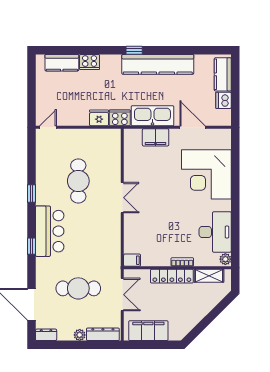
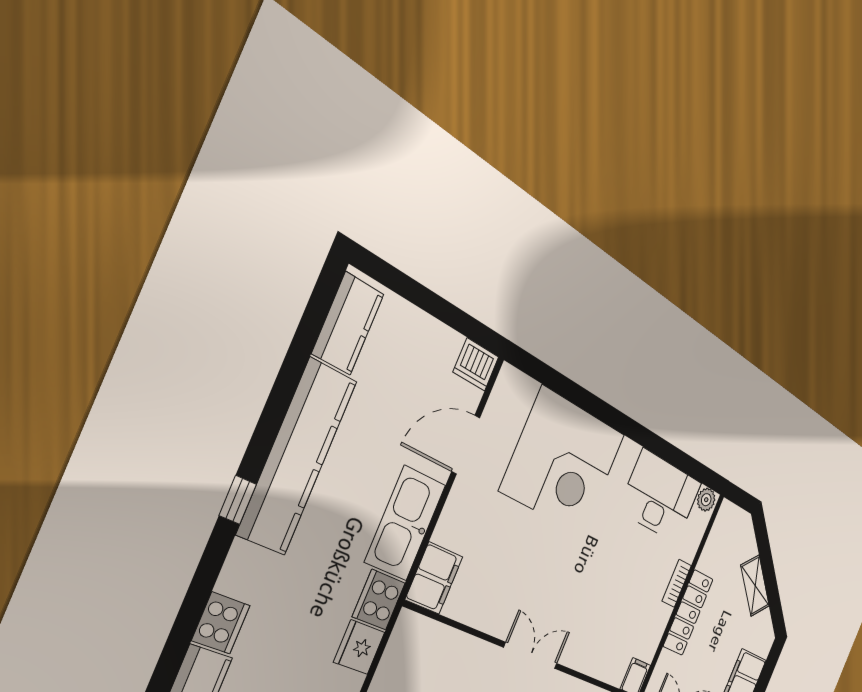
kitchen counter: (223, 74) -> (348, 324), moved, turned -90
dishwasher: (223, 100) -> (476, 365), moved
filing cabinet: (156, 137) -> (434, 578), moved
shelving: (209, 276) -> (755, 586), moved, turned -45

